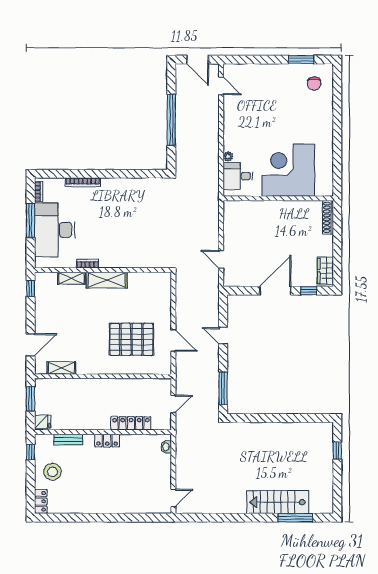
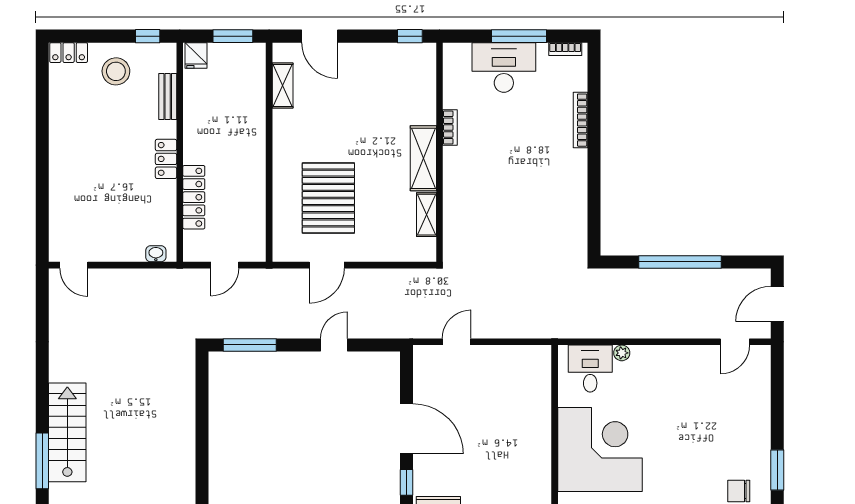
desk: (55, 230) -> (504, 67), width x0.73, depth x0.77
shelving: (72, 278) -> (426, 215), moved
door: (173, 404) -> (225, 265), hinge flipped

